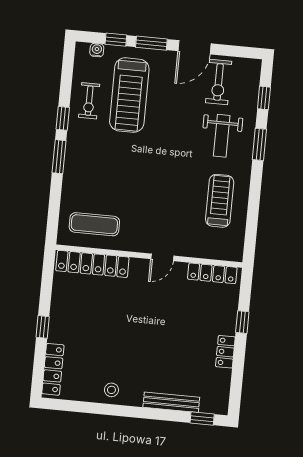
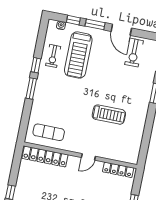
door: (195, 47) -> (121, 30), hinge flipped
weight bench: (222, 136) -> (132, 86), removed
treadmill: (220, 201) -> (109, 115), moved, turned 90

